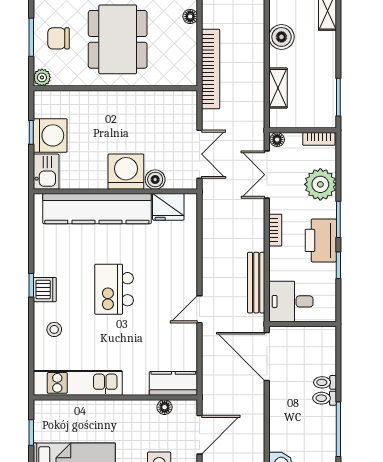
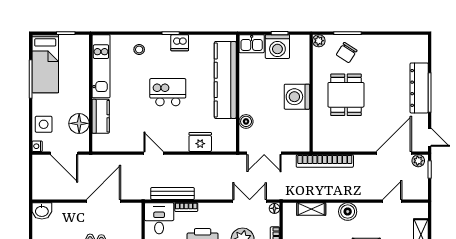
floor lamp: (190, 16) -> (362, 146), removed
chair: (58, 38) -> (347, 53), turned -147
dining table: (118, 39) -> (346, 95), width x0.73
washing machine: (126, 172) -> (297, 97), moved, turned 180
fridge: (168, 207) -> (200, 142), moved, turned 90
bookcase: (275, 230) -> (186, 207), moved
dishwasher: (45, 290) -> (180, 43), moved
door: (267, 356) -> (104, 201), moved
kitchen counter: (173, 383) -> (101, 116), moved
floor lamp: (165, 407) -> (79, 123), width x1.89, depth x1.89

